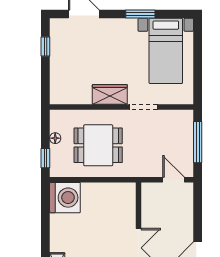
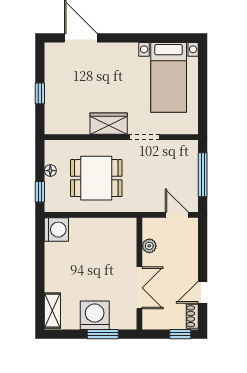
window: (140, 14) -> (141, 38), removed
window: (45, 47) -> (40, 93), moved
washing machine: (65, 198) -> (56, 230), width x0.73, depth x0.73
plant: (148, 209) -> (149, 246), added

